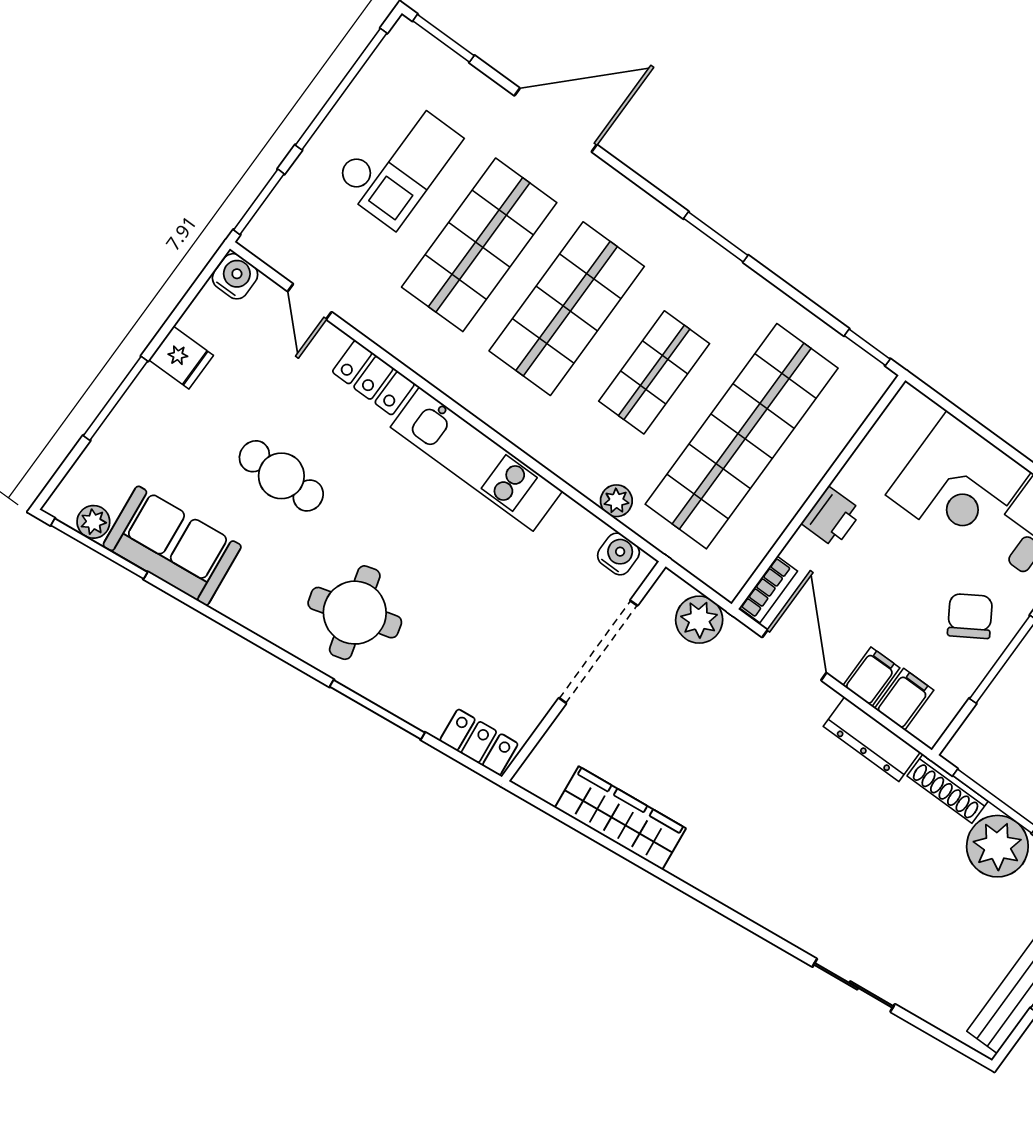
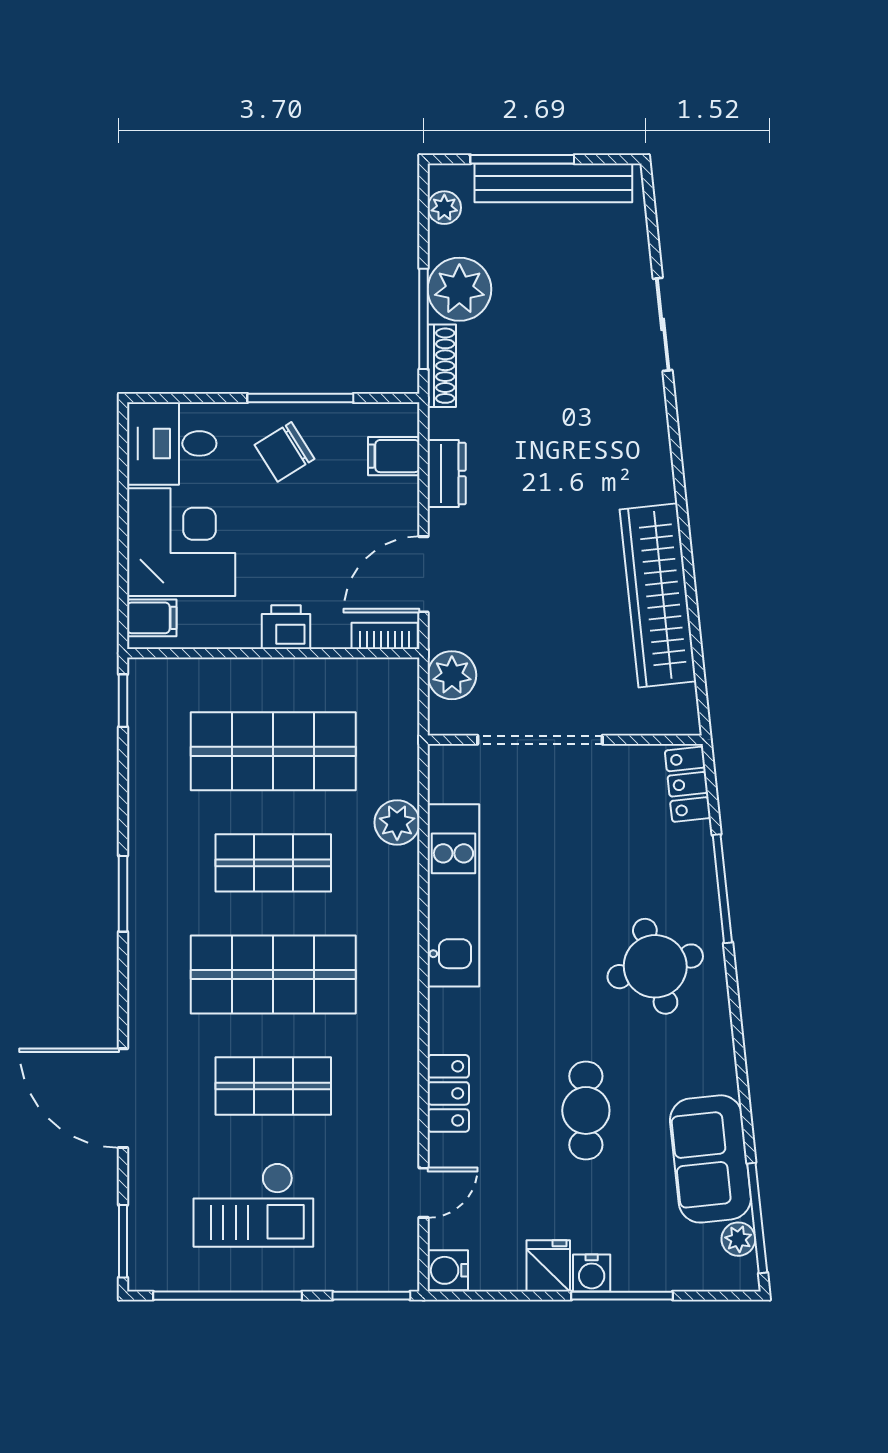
checkout: (397, 161) -> (253, 1205), turned 180
shop shelf: (479, 245) -> (273, 1086), width x0.70, depth x0.74
shop shelf: (742, 436) -> (273, 751), width x0.71
kitchen unit: (476, 459) -> (453, 895), moved
plant: (616, 501) -> (397, 822), width x1.38, depth x1.38
water cooler: (618, 554) -> (592, 1273), moved, turned -90
filing cabinet: (871, 677) -> (152, 618), moved, turned 180
dresser: (872, 739) -> (447, 474), width x0.70
wardrobe: (620, 818) -> (658, 595), width x1.40, depth x1.17

